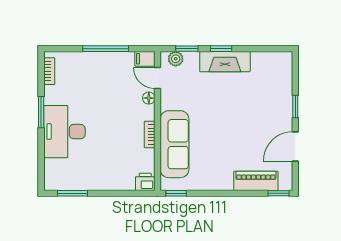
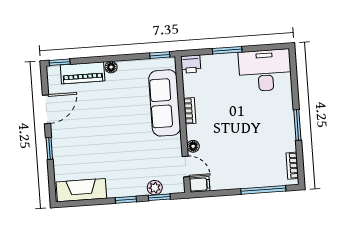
window: (106, 49) -> (263, 190), moved
plant: (176, 59) -> (155, 188), moved
fireplace: (225, 62) -> (81, 190), moved
desk: (64, 132) -> (265, 70), moved, turned -90
floor lamp: (226, 185) -> (111, 67), added
window: (72, 193) -> (227, 50), moved

